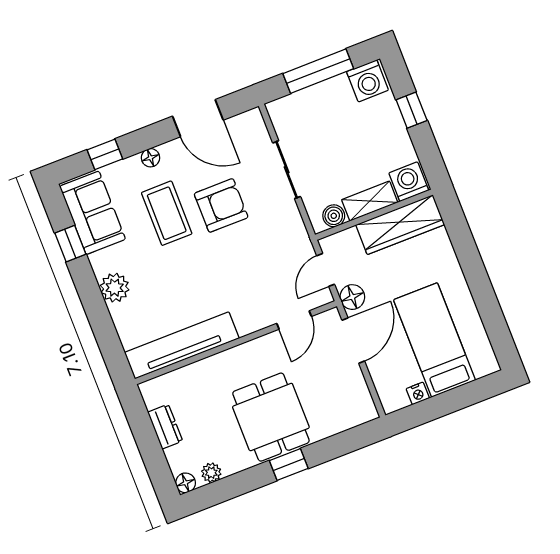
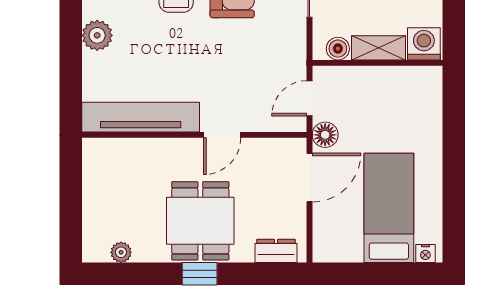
wardrobe: (400, 225) -> (399, 82), removed
door: (294, 320) -> (222, 135), moved
nightstand: (418, 393) -> (425, 253), moved
dresser: (165, 427) -> (276, 251), moved, turned -90
floor lamp: (186, 483) -> (92, 252), removed

